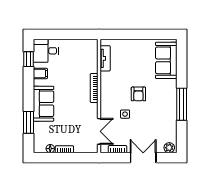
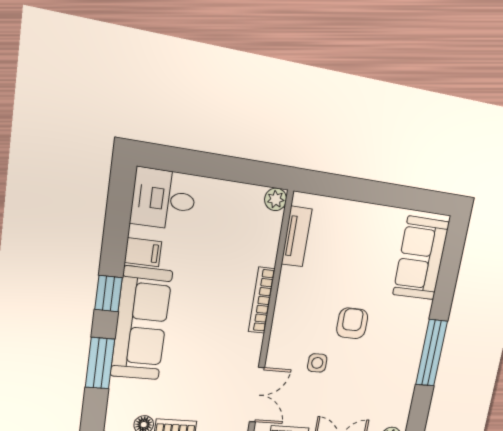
plant: (93, 44) -> (276, 199), added
window: (28, 59) -> (109, 294), moved
armchair: (138, 94) -> (352, 323), turned 180
sofa: (43, 104) -> (141, 324), width x1.36

